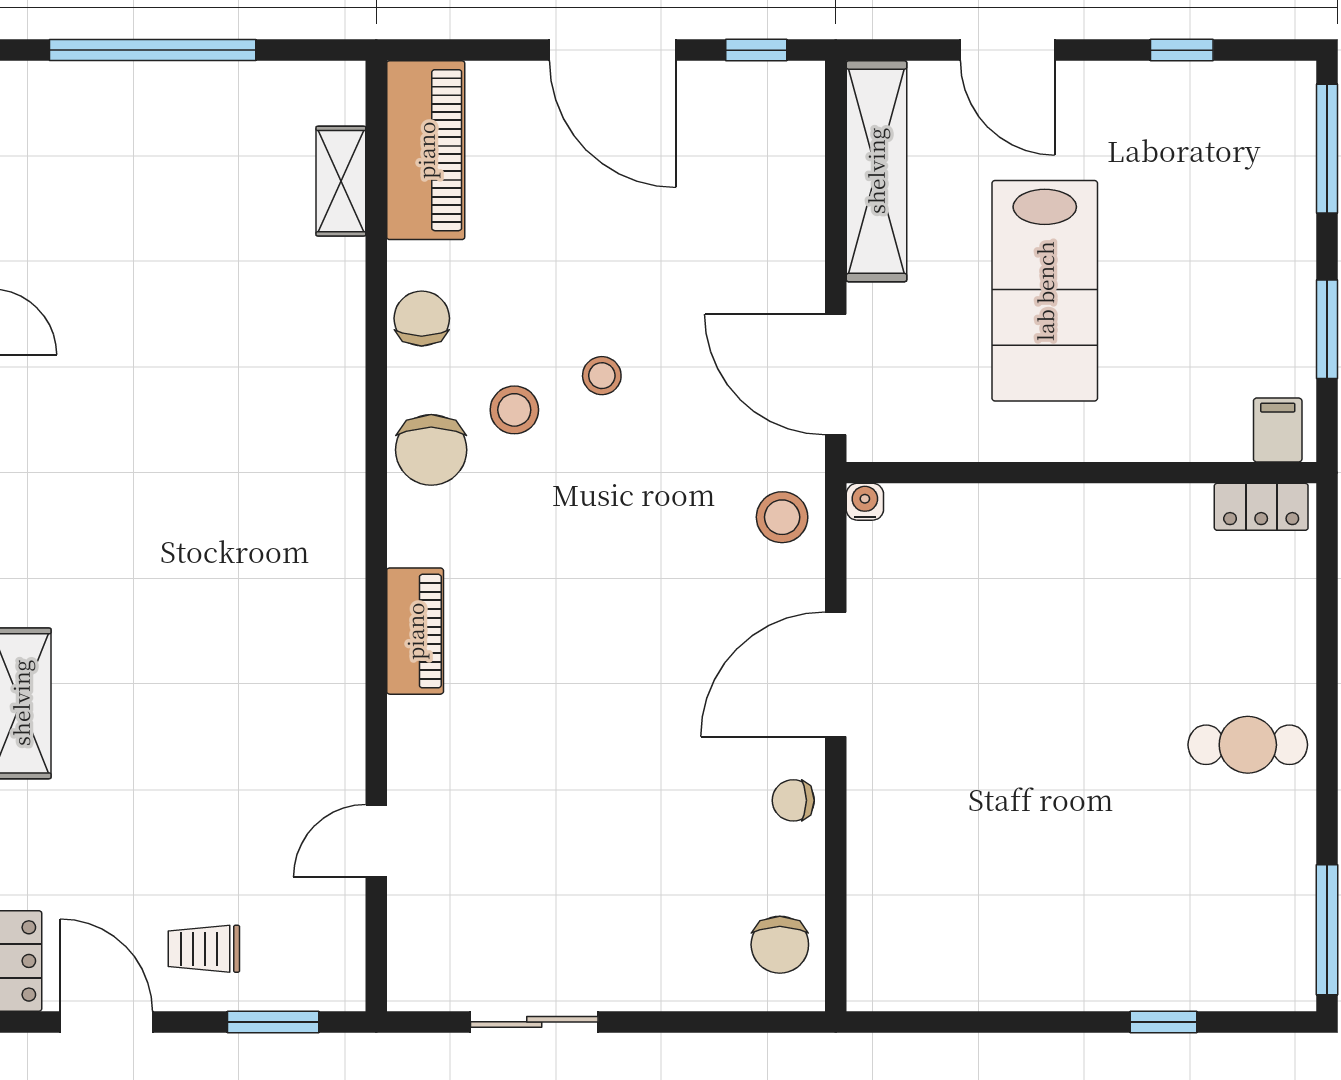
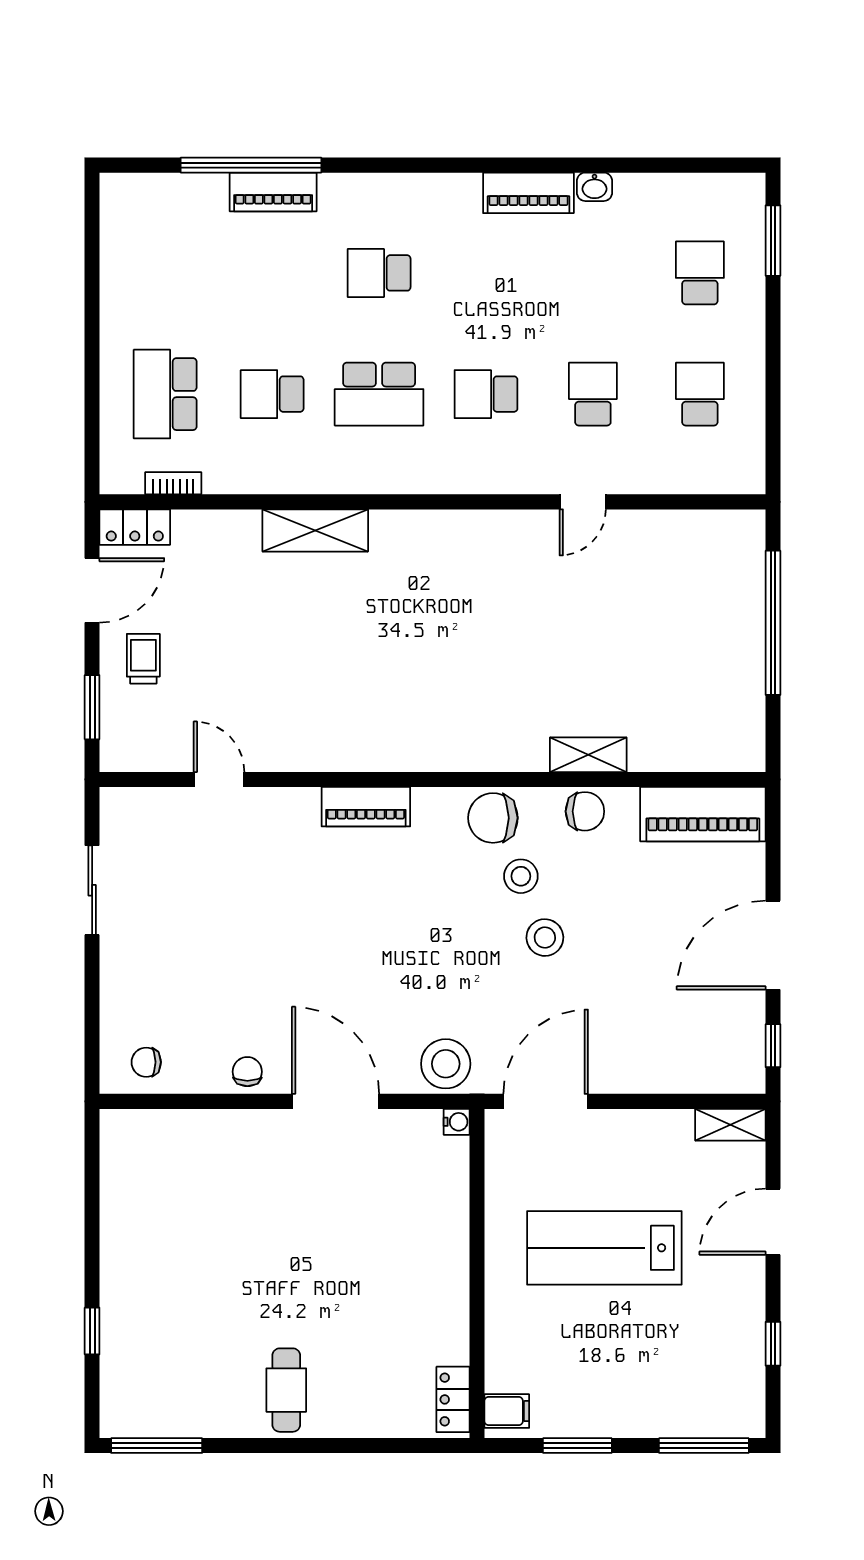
shelving: (876, 171) -> (730, 1125), width x0.45, depth x0.75
shelving: (341, 181) -> (588, 755), moved
stool: (602, 376) -> (545, 938), width x1.37, depth x1.37
stool: (782, 517) -> (446, 1064), width x1.38, depth x1.38
chair: (780, 945) -> (146, 1062), width x0.73, depth x0.73

